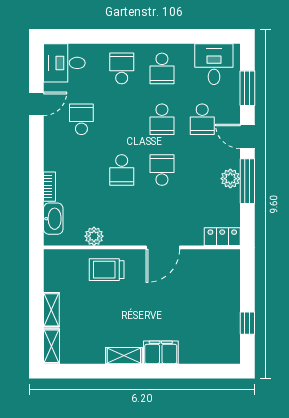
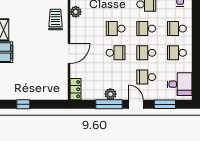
school desk: (122, 68) -> (177, 29), turned 180
school desk: (122, 119) -> (146, 29), added
door: (247, 136) -> (136, 104), hinge flipped
door: (163, 247) -> (69, 53), swing flipped

